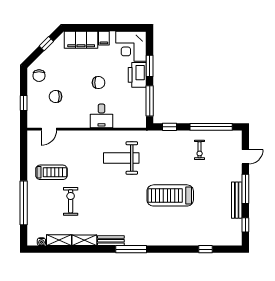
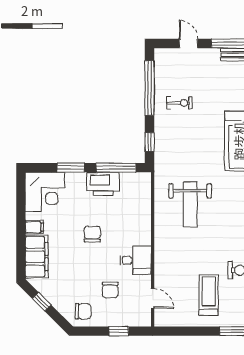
printer: (137, 75) -> (103, 184), moved
desk: (101, 116) -> (135, 260), moved

